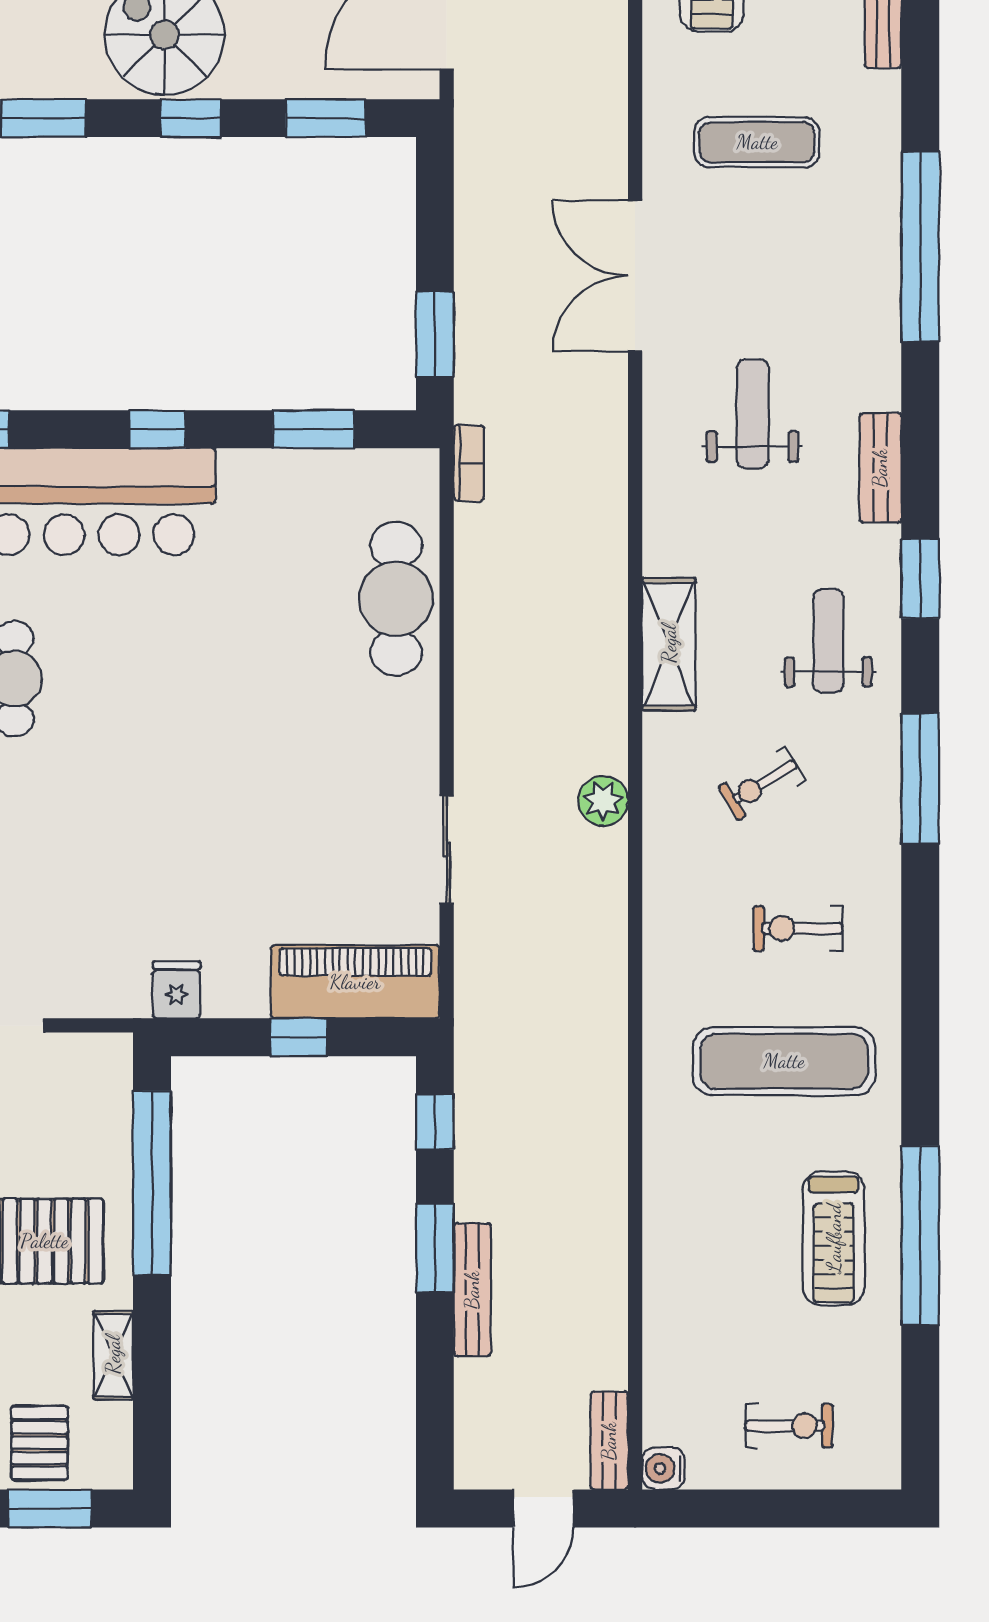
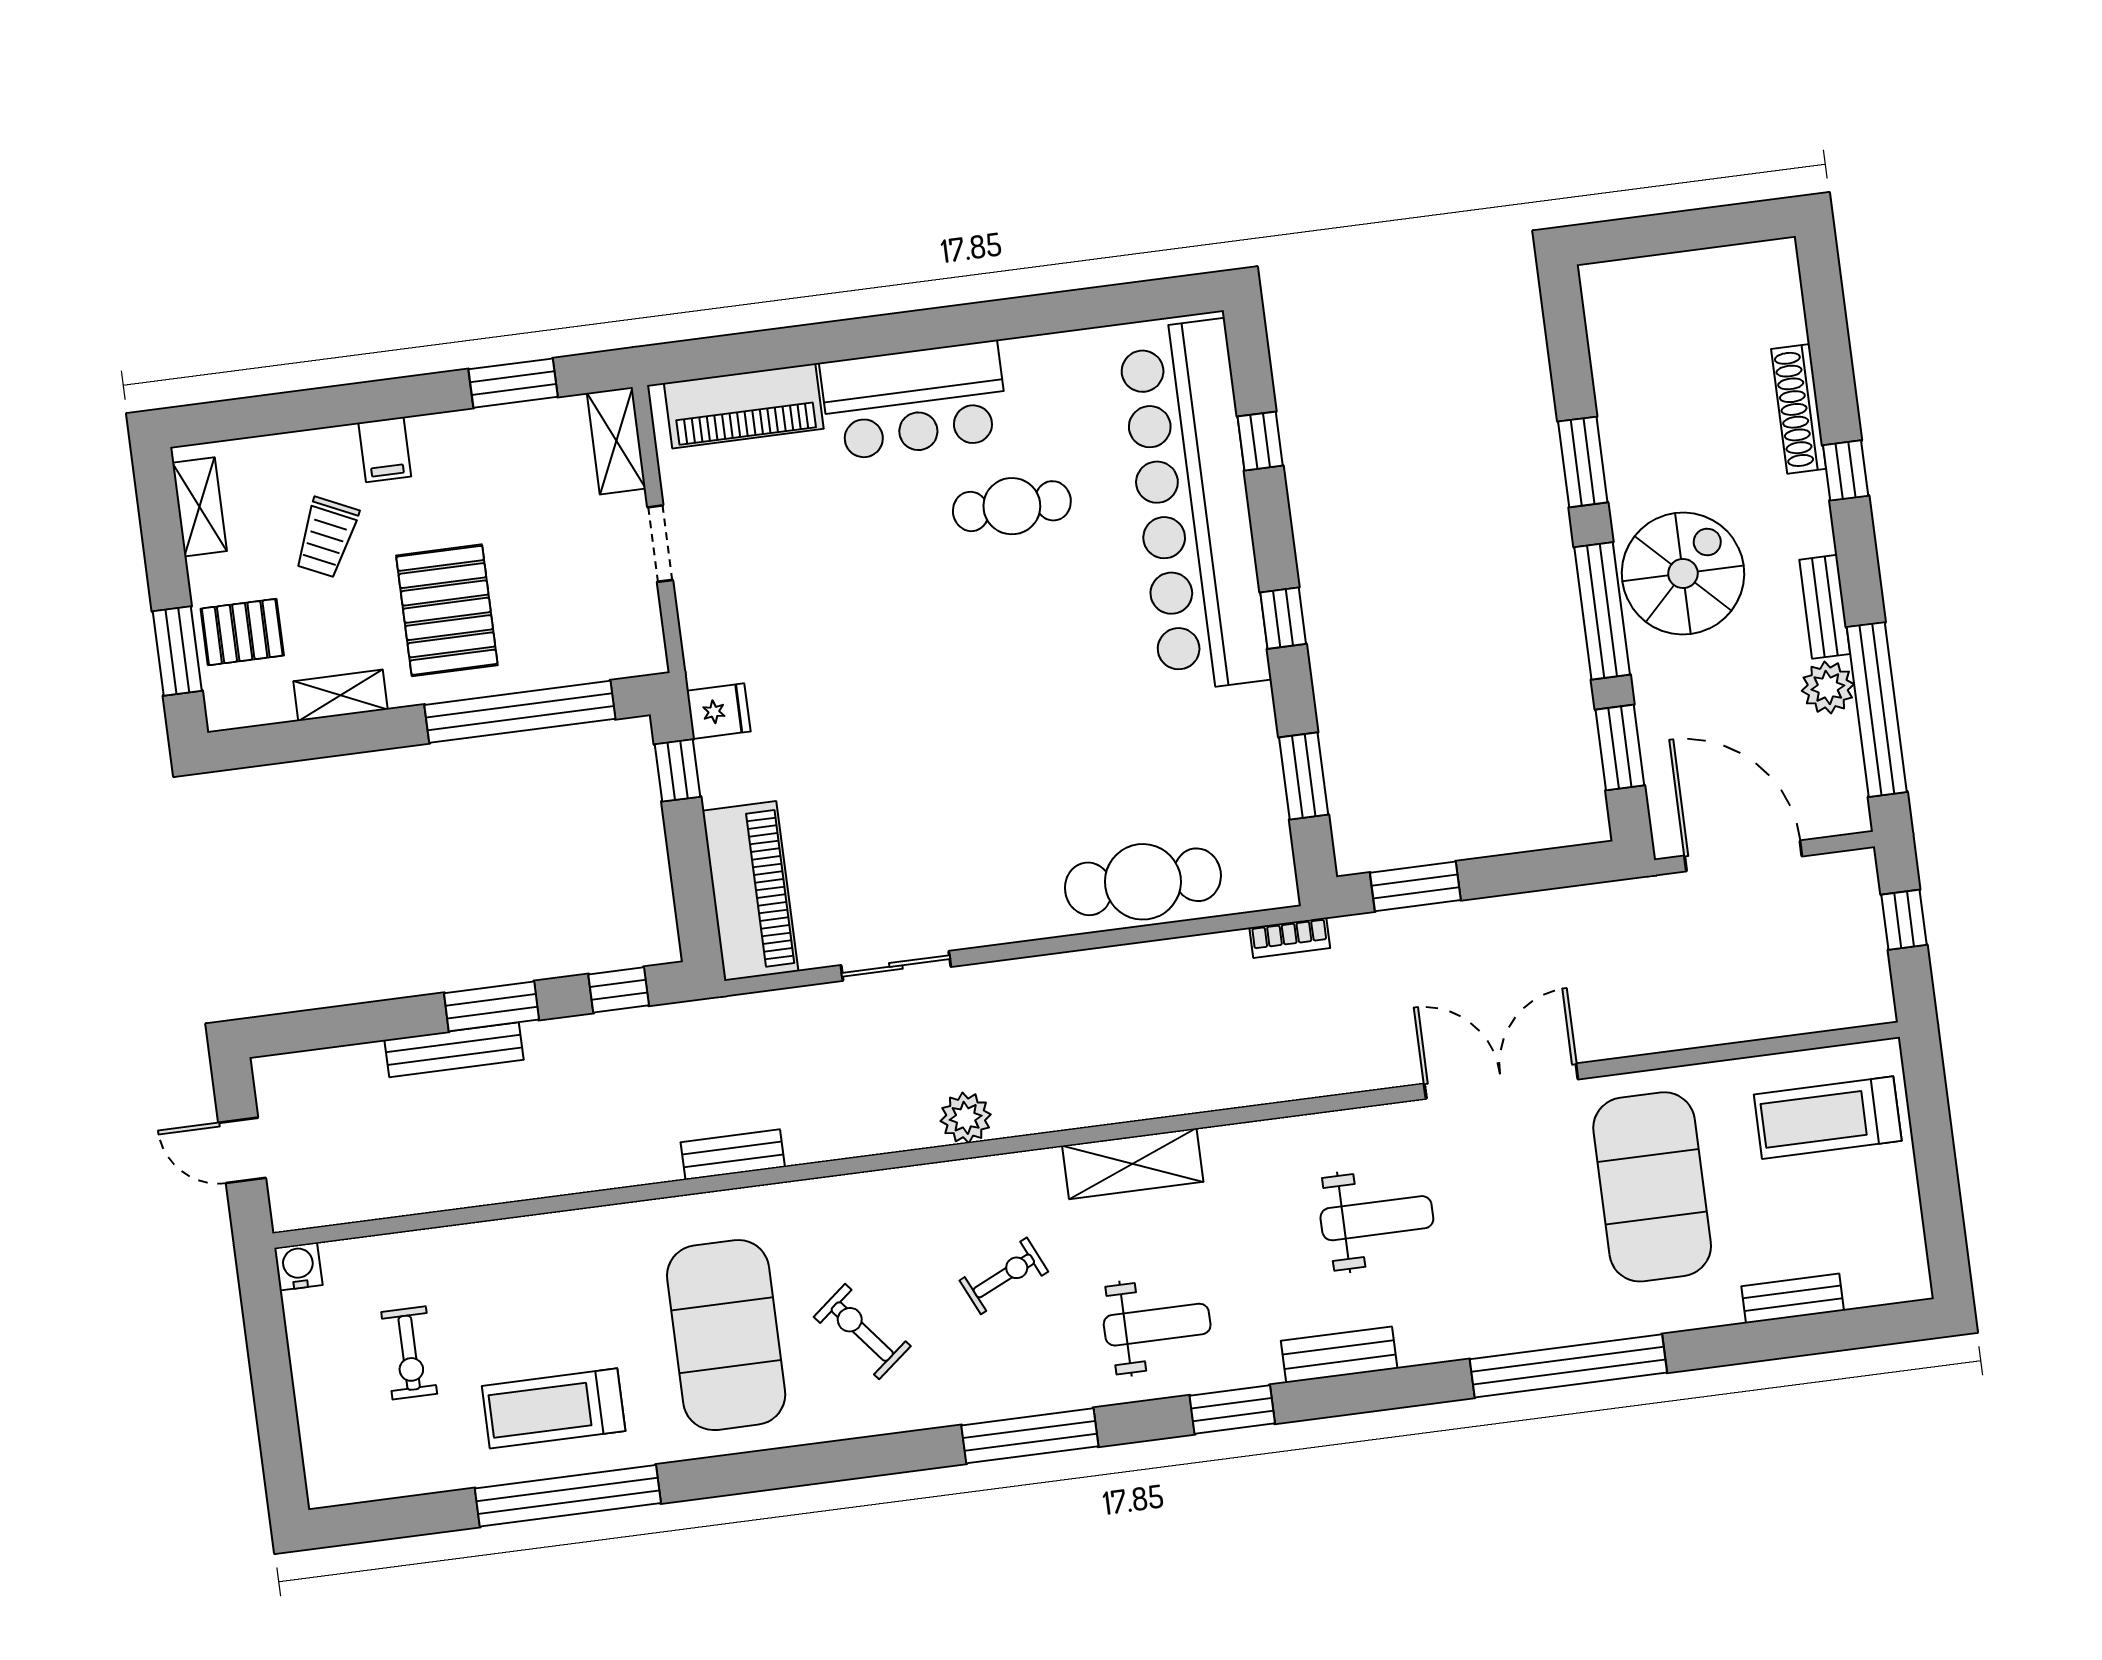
window: (191, 118) -> (1602, 611), width x2.17
exercise mat: (757, 142) -> (1652, 1187), width x2.00, depth x1.45
exercise bike: (762, 784) -> (1004, 1276), turned 96
exercise bike: (798, 928) -> (862, 1332), turned -39
window: (299, 1037) -> (678, 770), moved
exercise mat: (784, 1061) -> (726, 1335), width x1.47
exercise bike: (789, 1426) -> (409, 1353), moved
bench: (609, 1441) -> (733, 1155), moved

